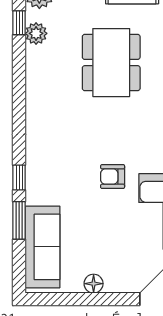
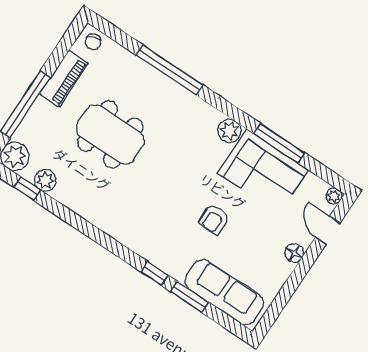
armchair: (113, 177) -> (214, 219), moved
floor lamp: (94, 284) -> (294, 253), moved

